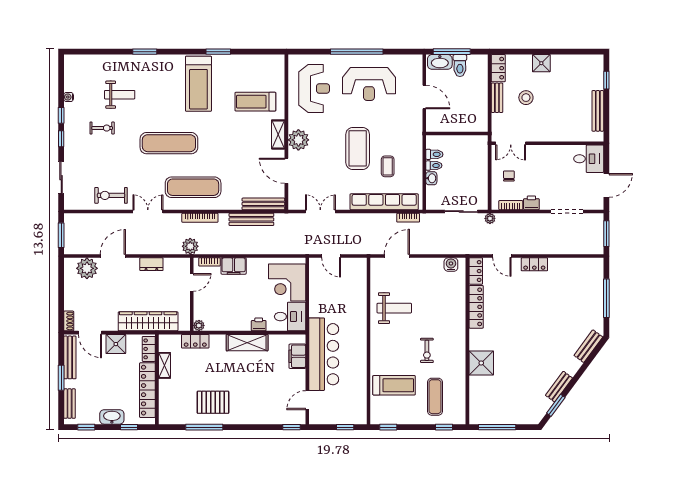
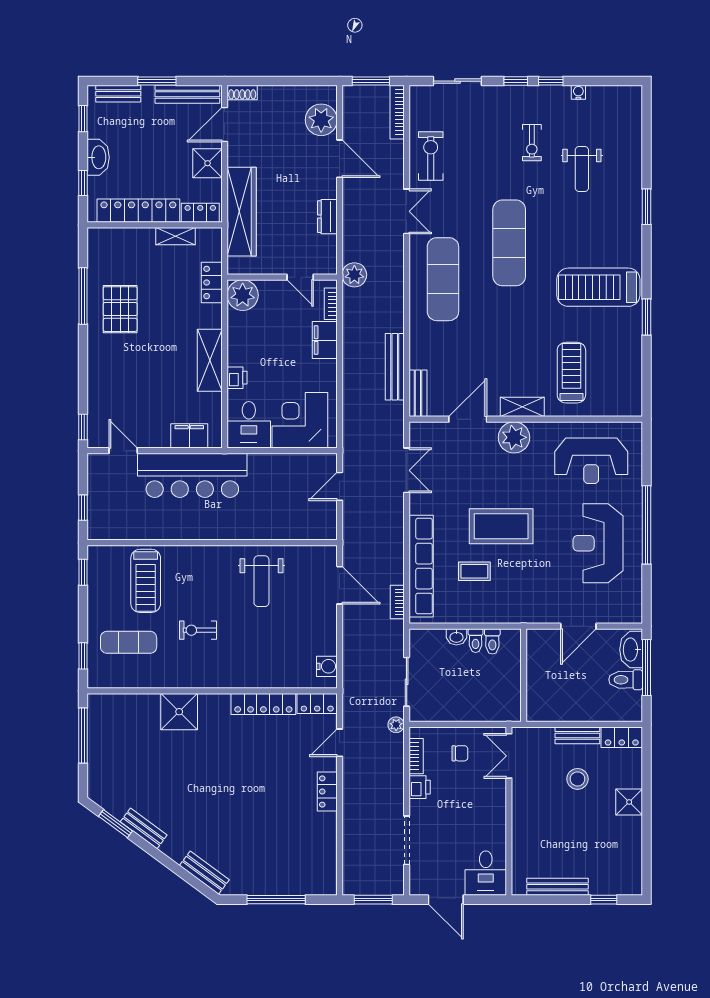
bench: (263, 204) -> (418, 393), width x0.73
bookcase: (200, 218) -> (397, 112), moved
plant: (199, 325) -> (243, 295), width x1.87, depth x1.87

